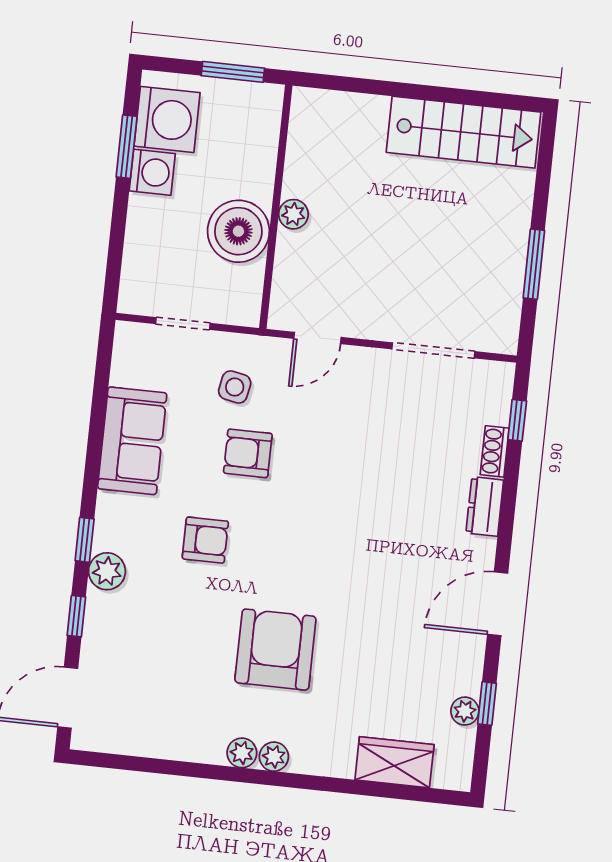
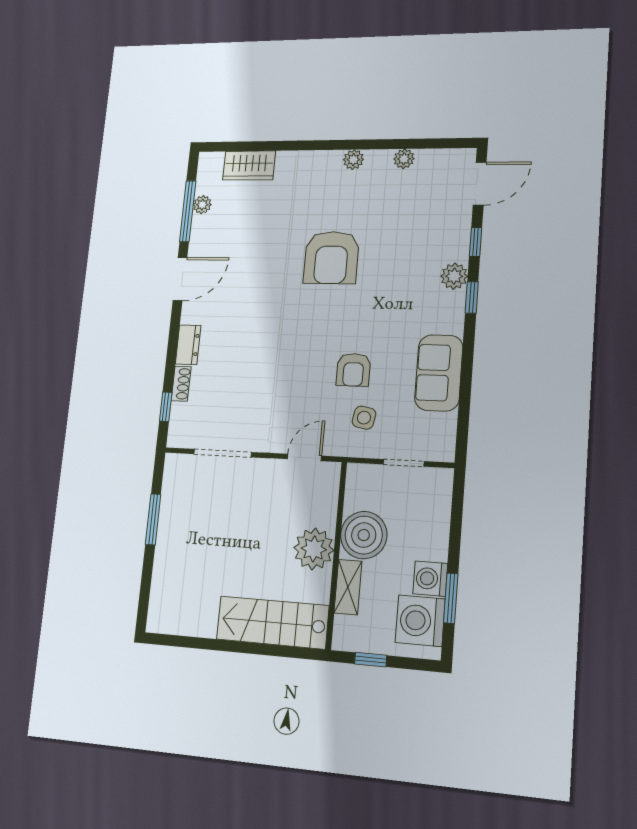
window: (233, 72) -> (371, 660), width x0.67
stairs: (464, 132) -> (272, 622), moved
shelving: (261, 165) -> (348, 587), added
plant: (293, 214) -> (314, 549), width x1.87, depth x1.87
armchair: (248, 453) -> (353, 370), turned 90
armchair: (205, 540) -> (383, 305), removed
armchair: (275, 650) -> (331, 258), moved
window: (487, 704) -> (188, 211), width x2.17
plant: (274, 757) -> (404, 159), moved

